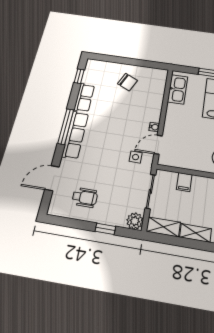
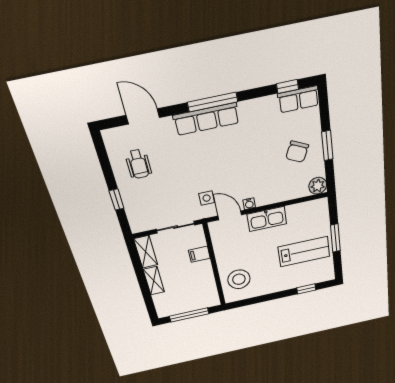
window: (132, 62) -> (327, 146), added
kitchen sink: (178, 89) -> (267, 219), moved
row of seats: (84, 98) -> (298, 99), moved
plant: (135, 221) -> (318, 186), moved

